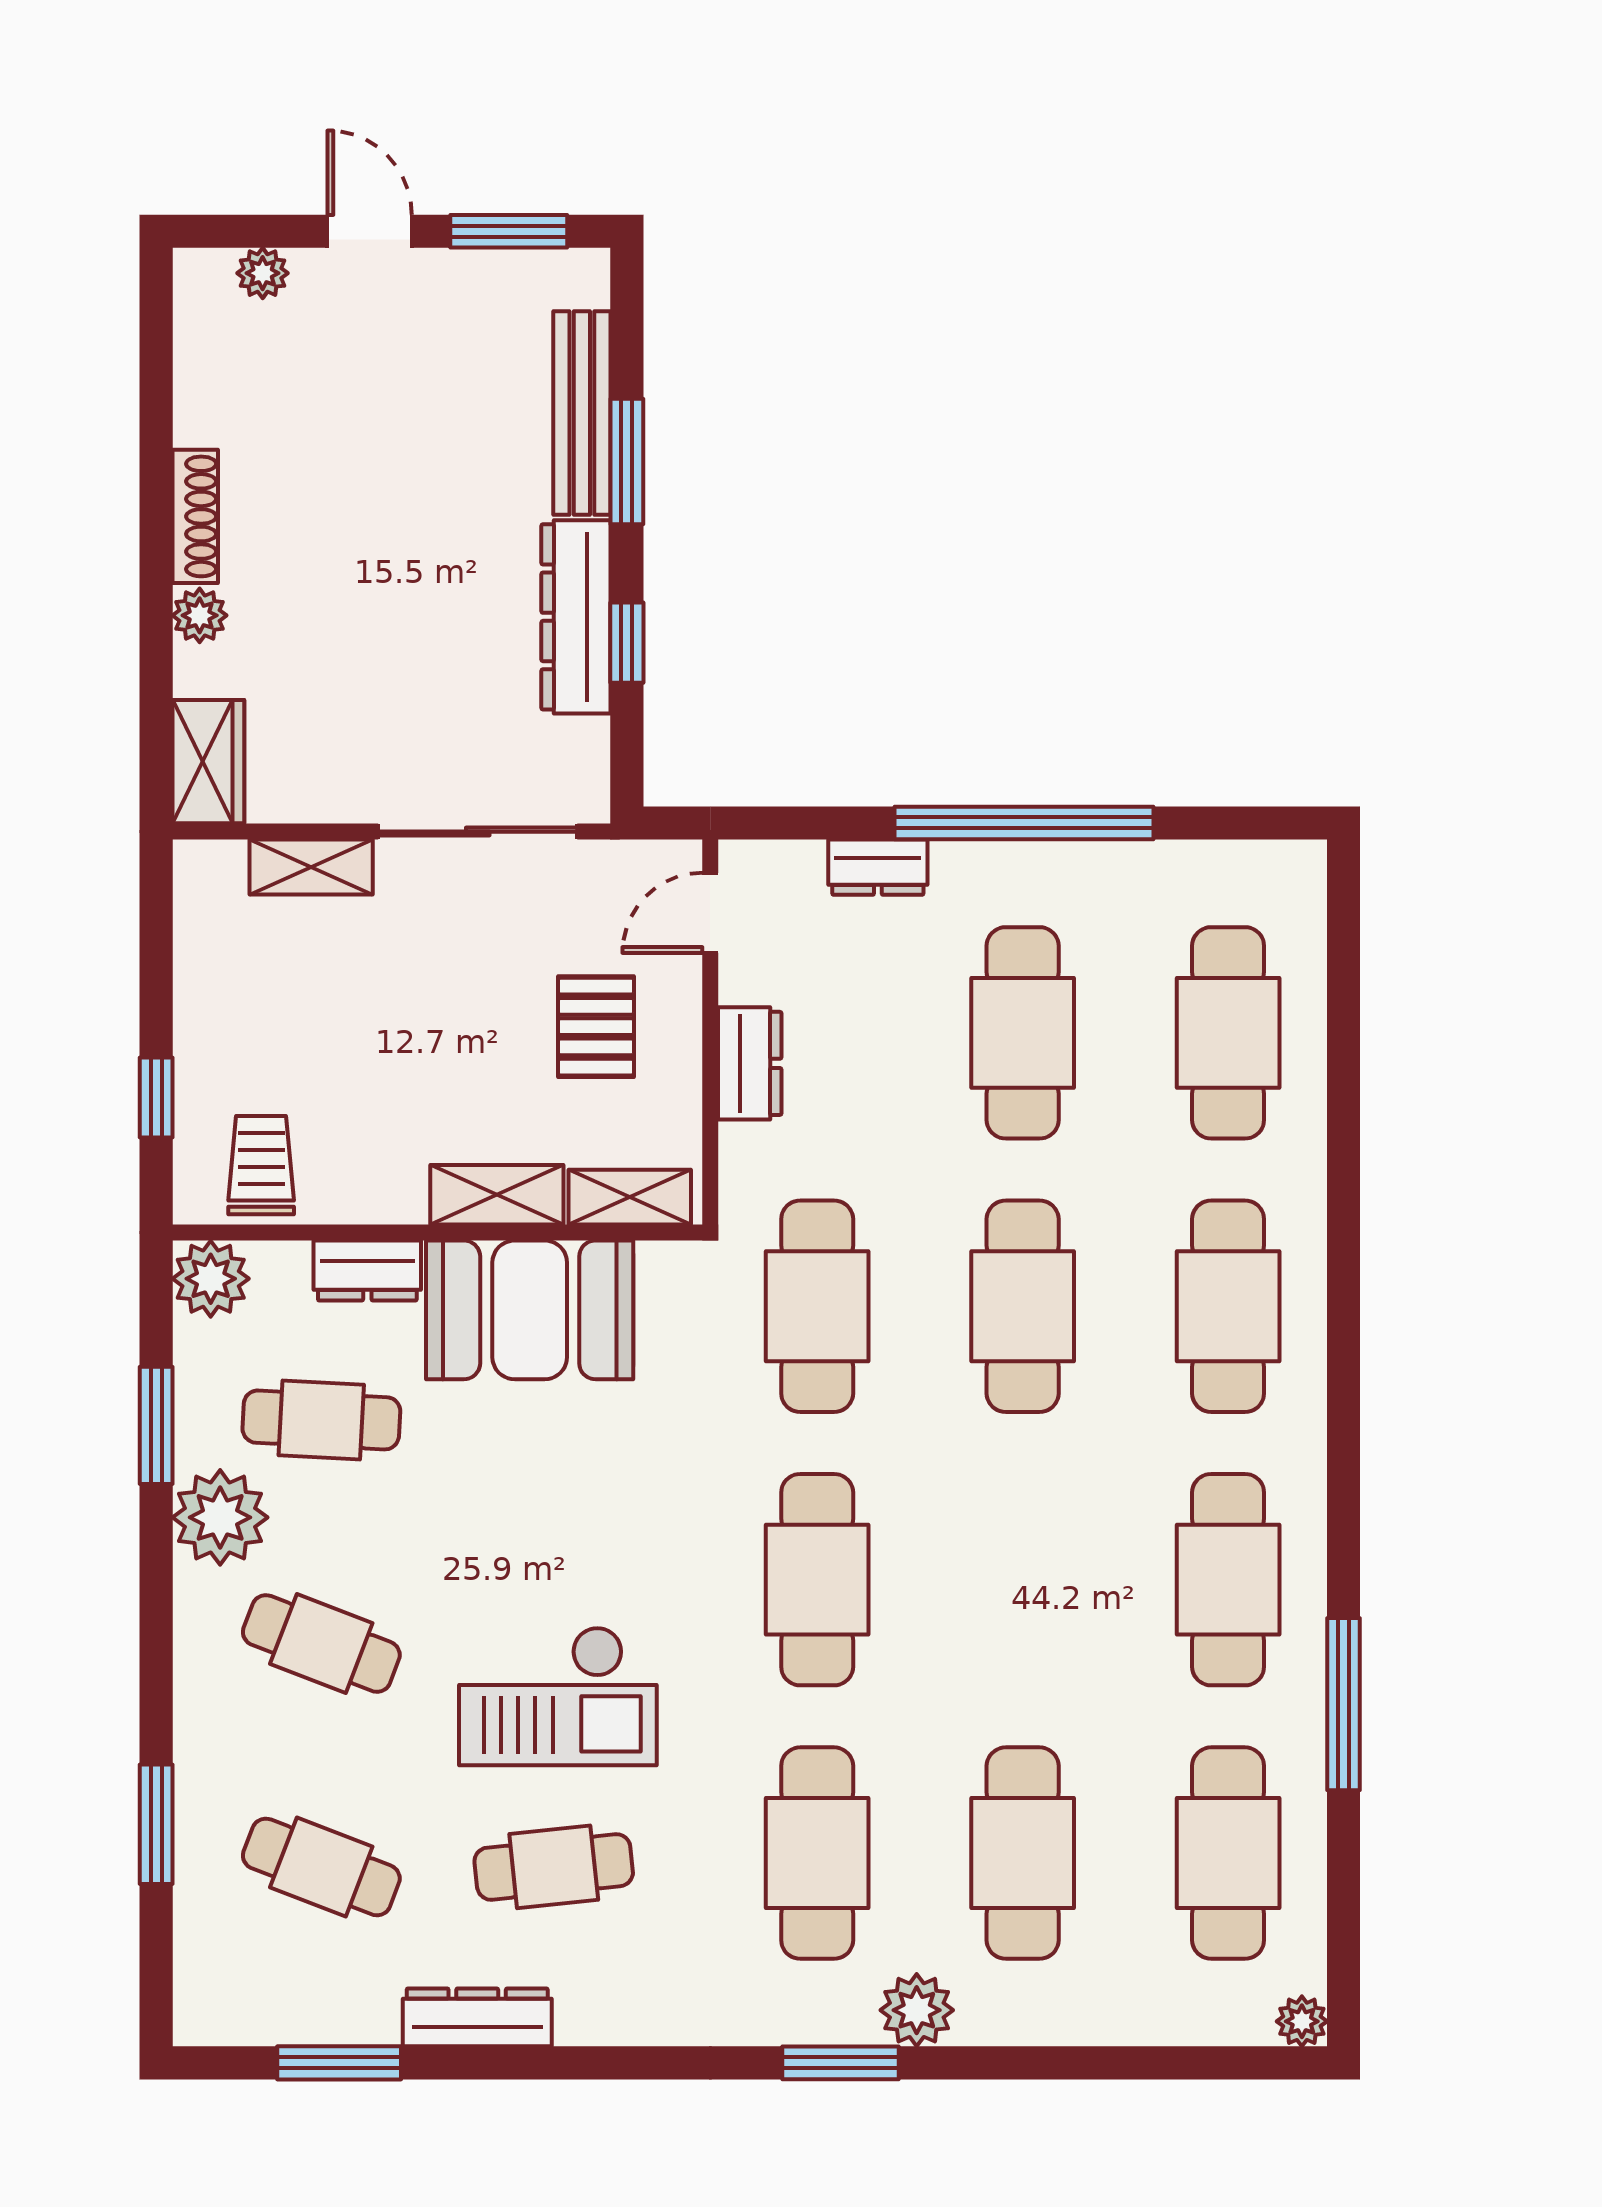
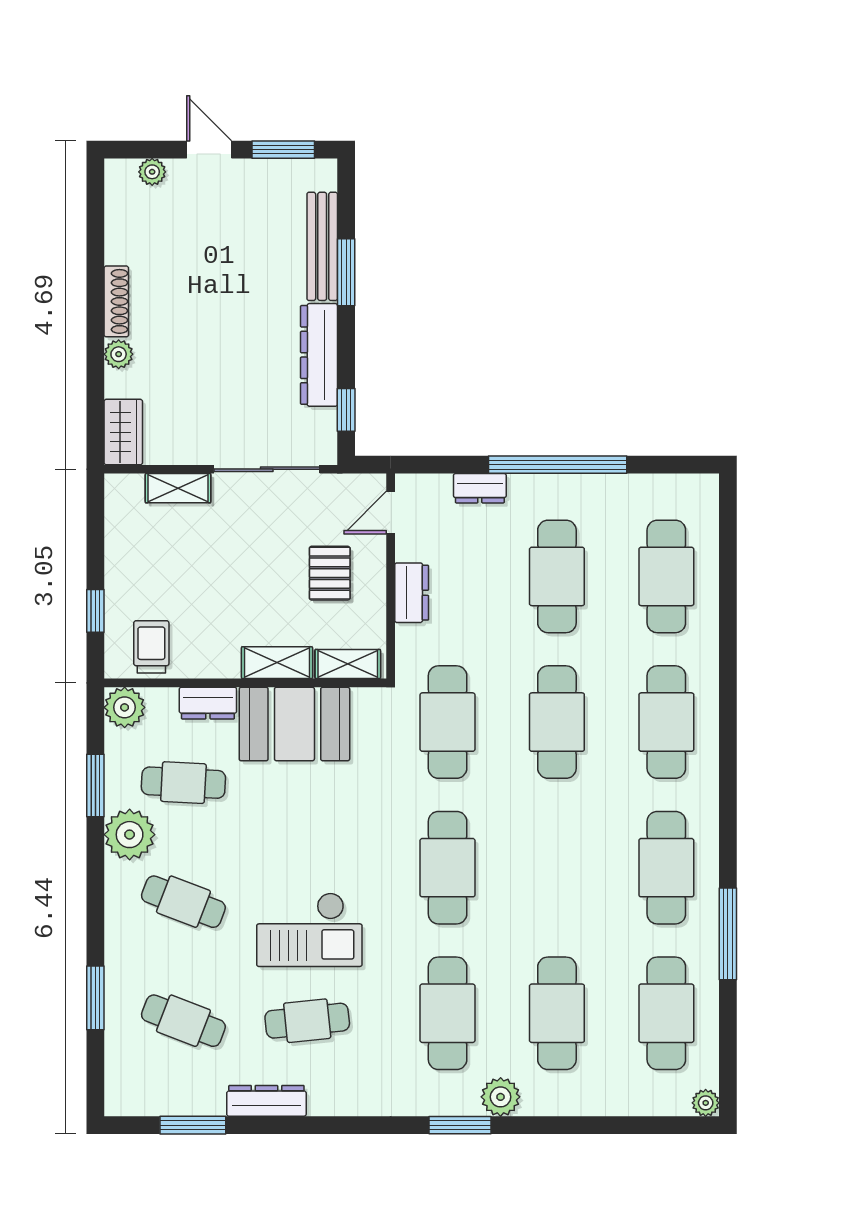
window: (627, 643) -> (346, 410), moved

